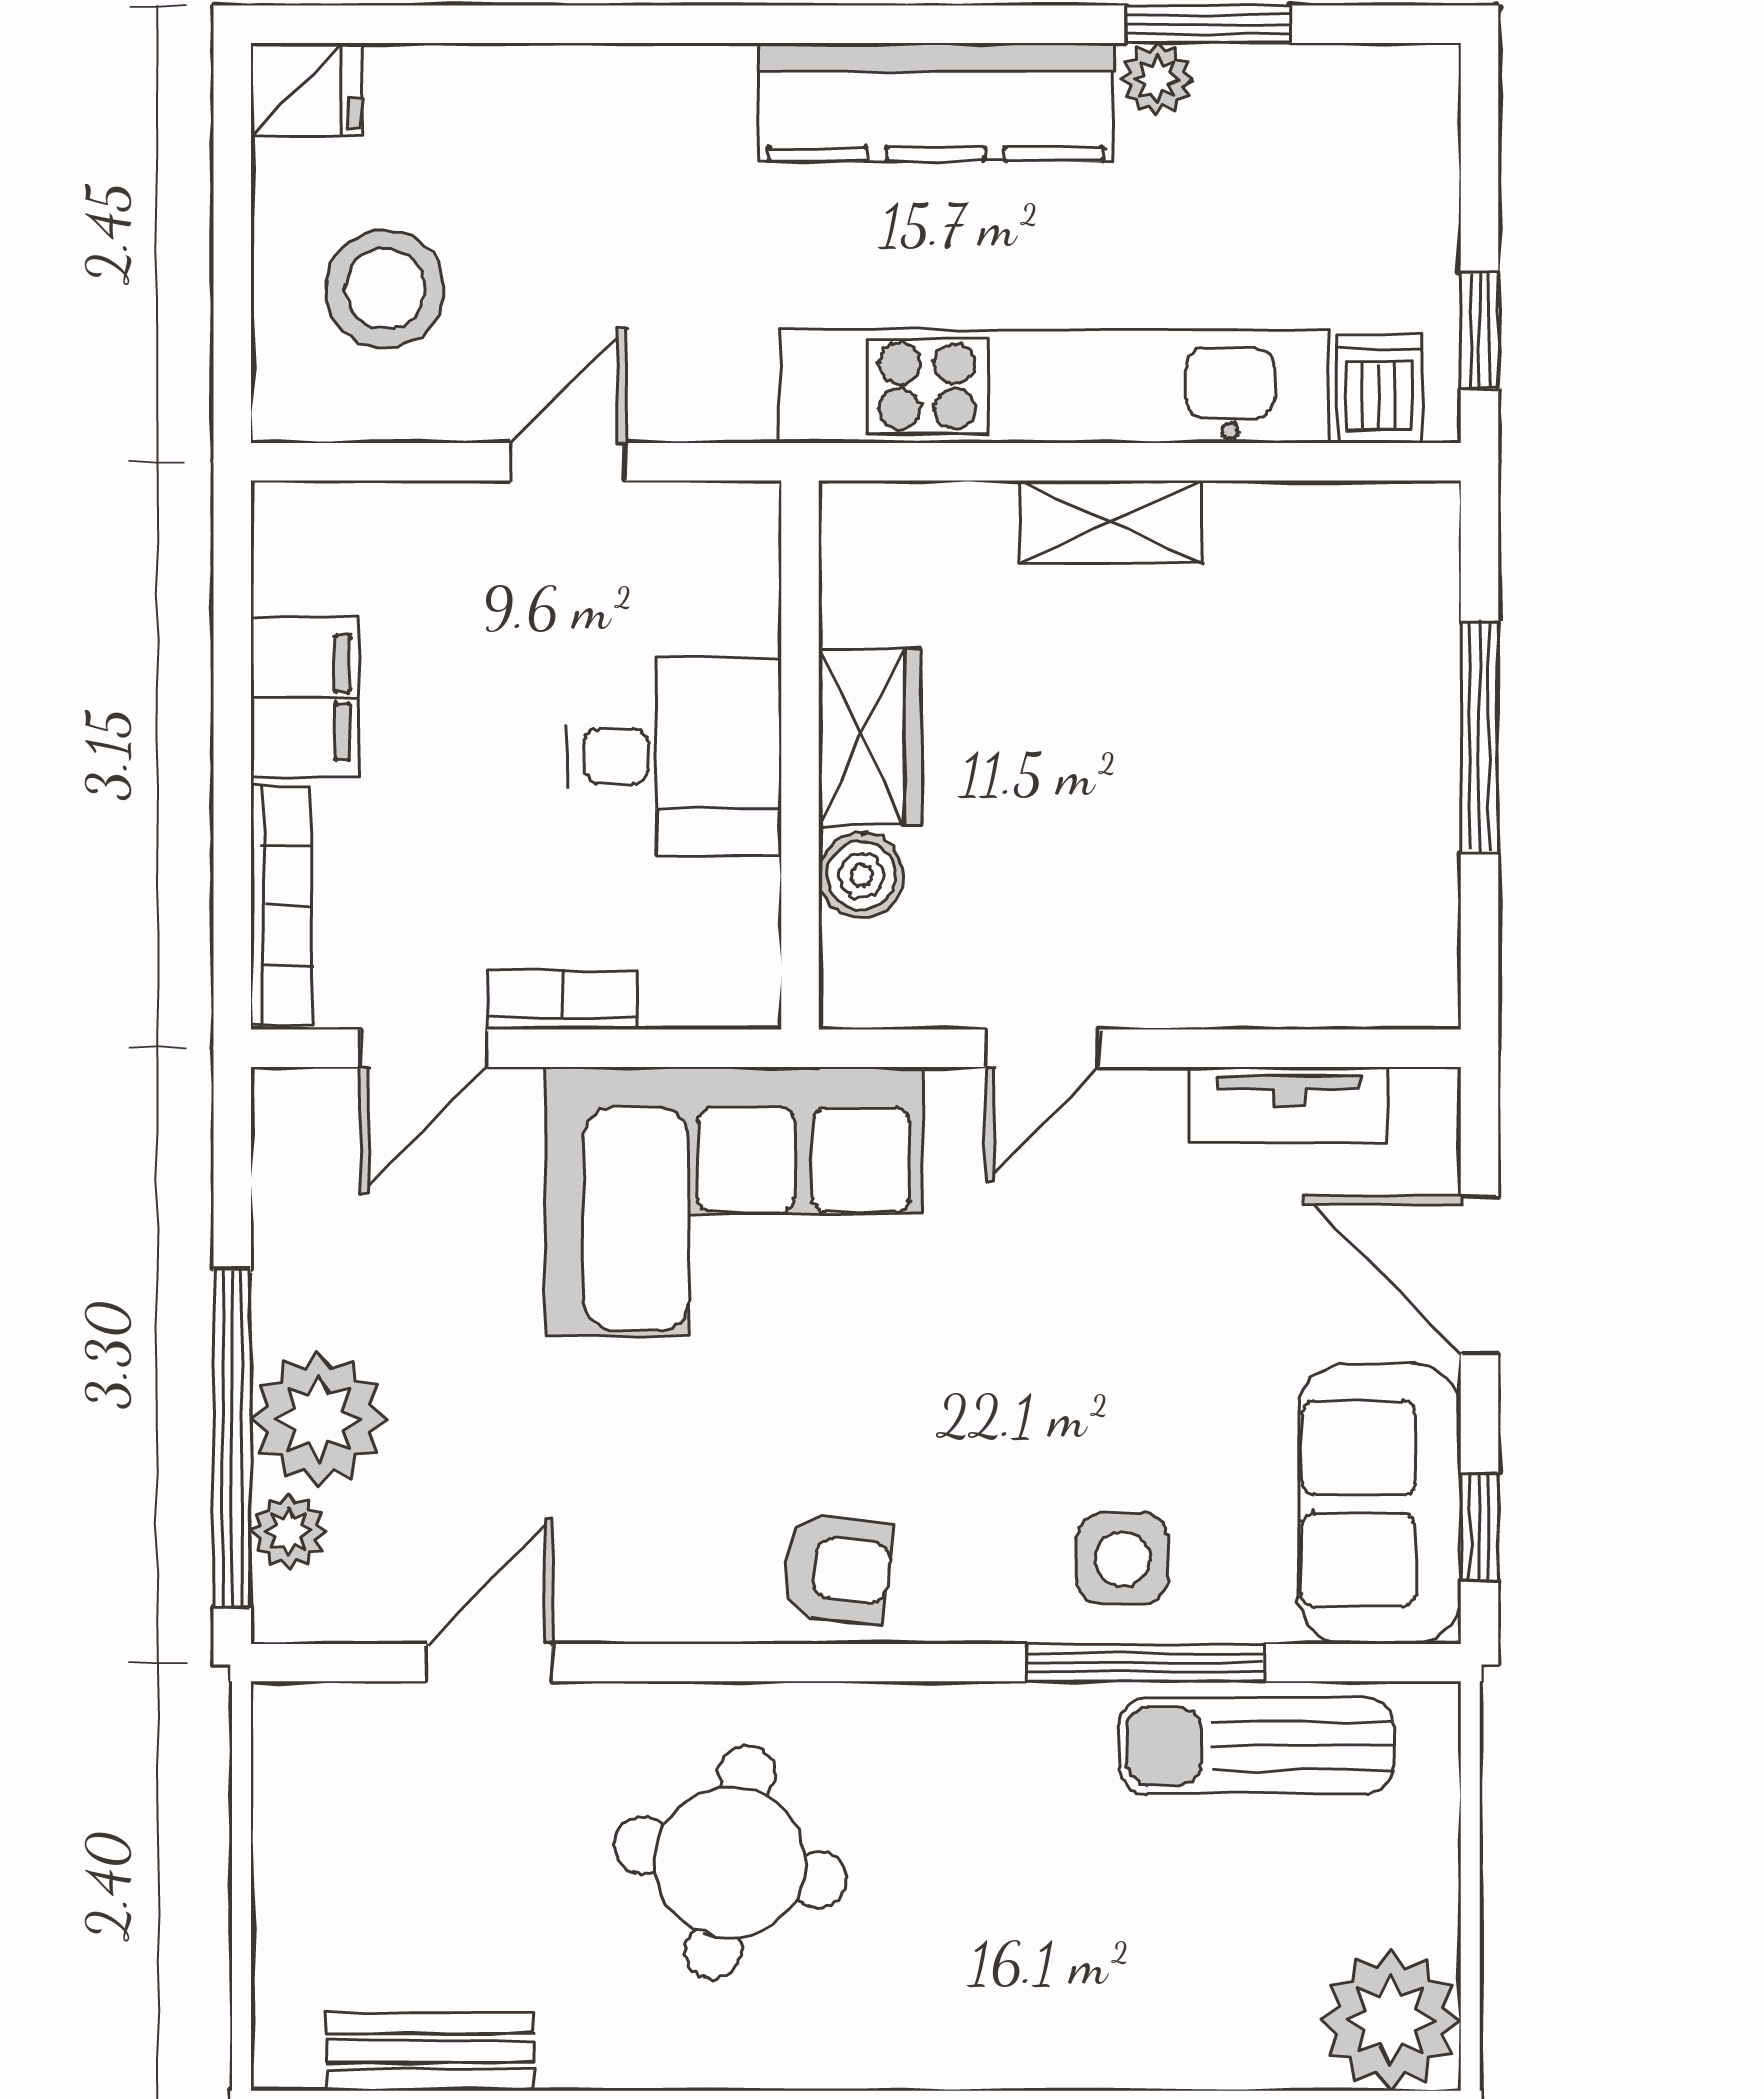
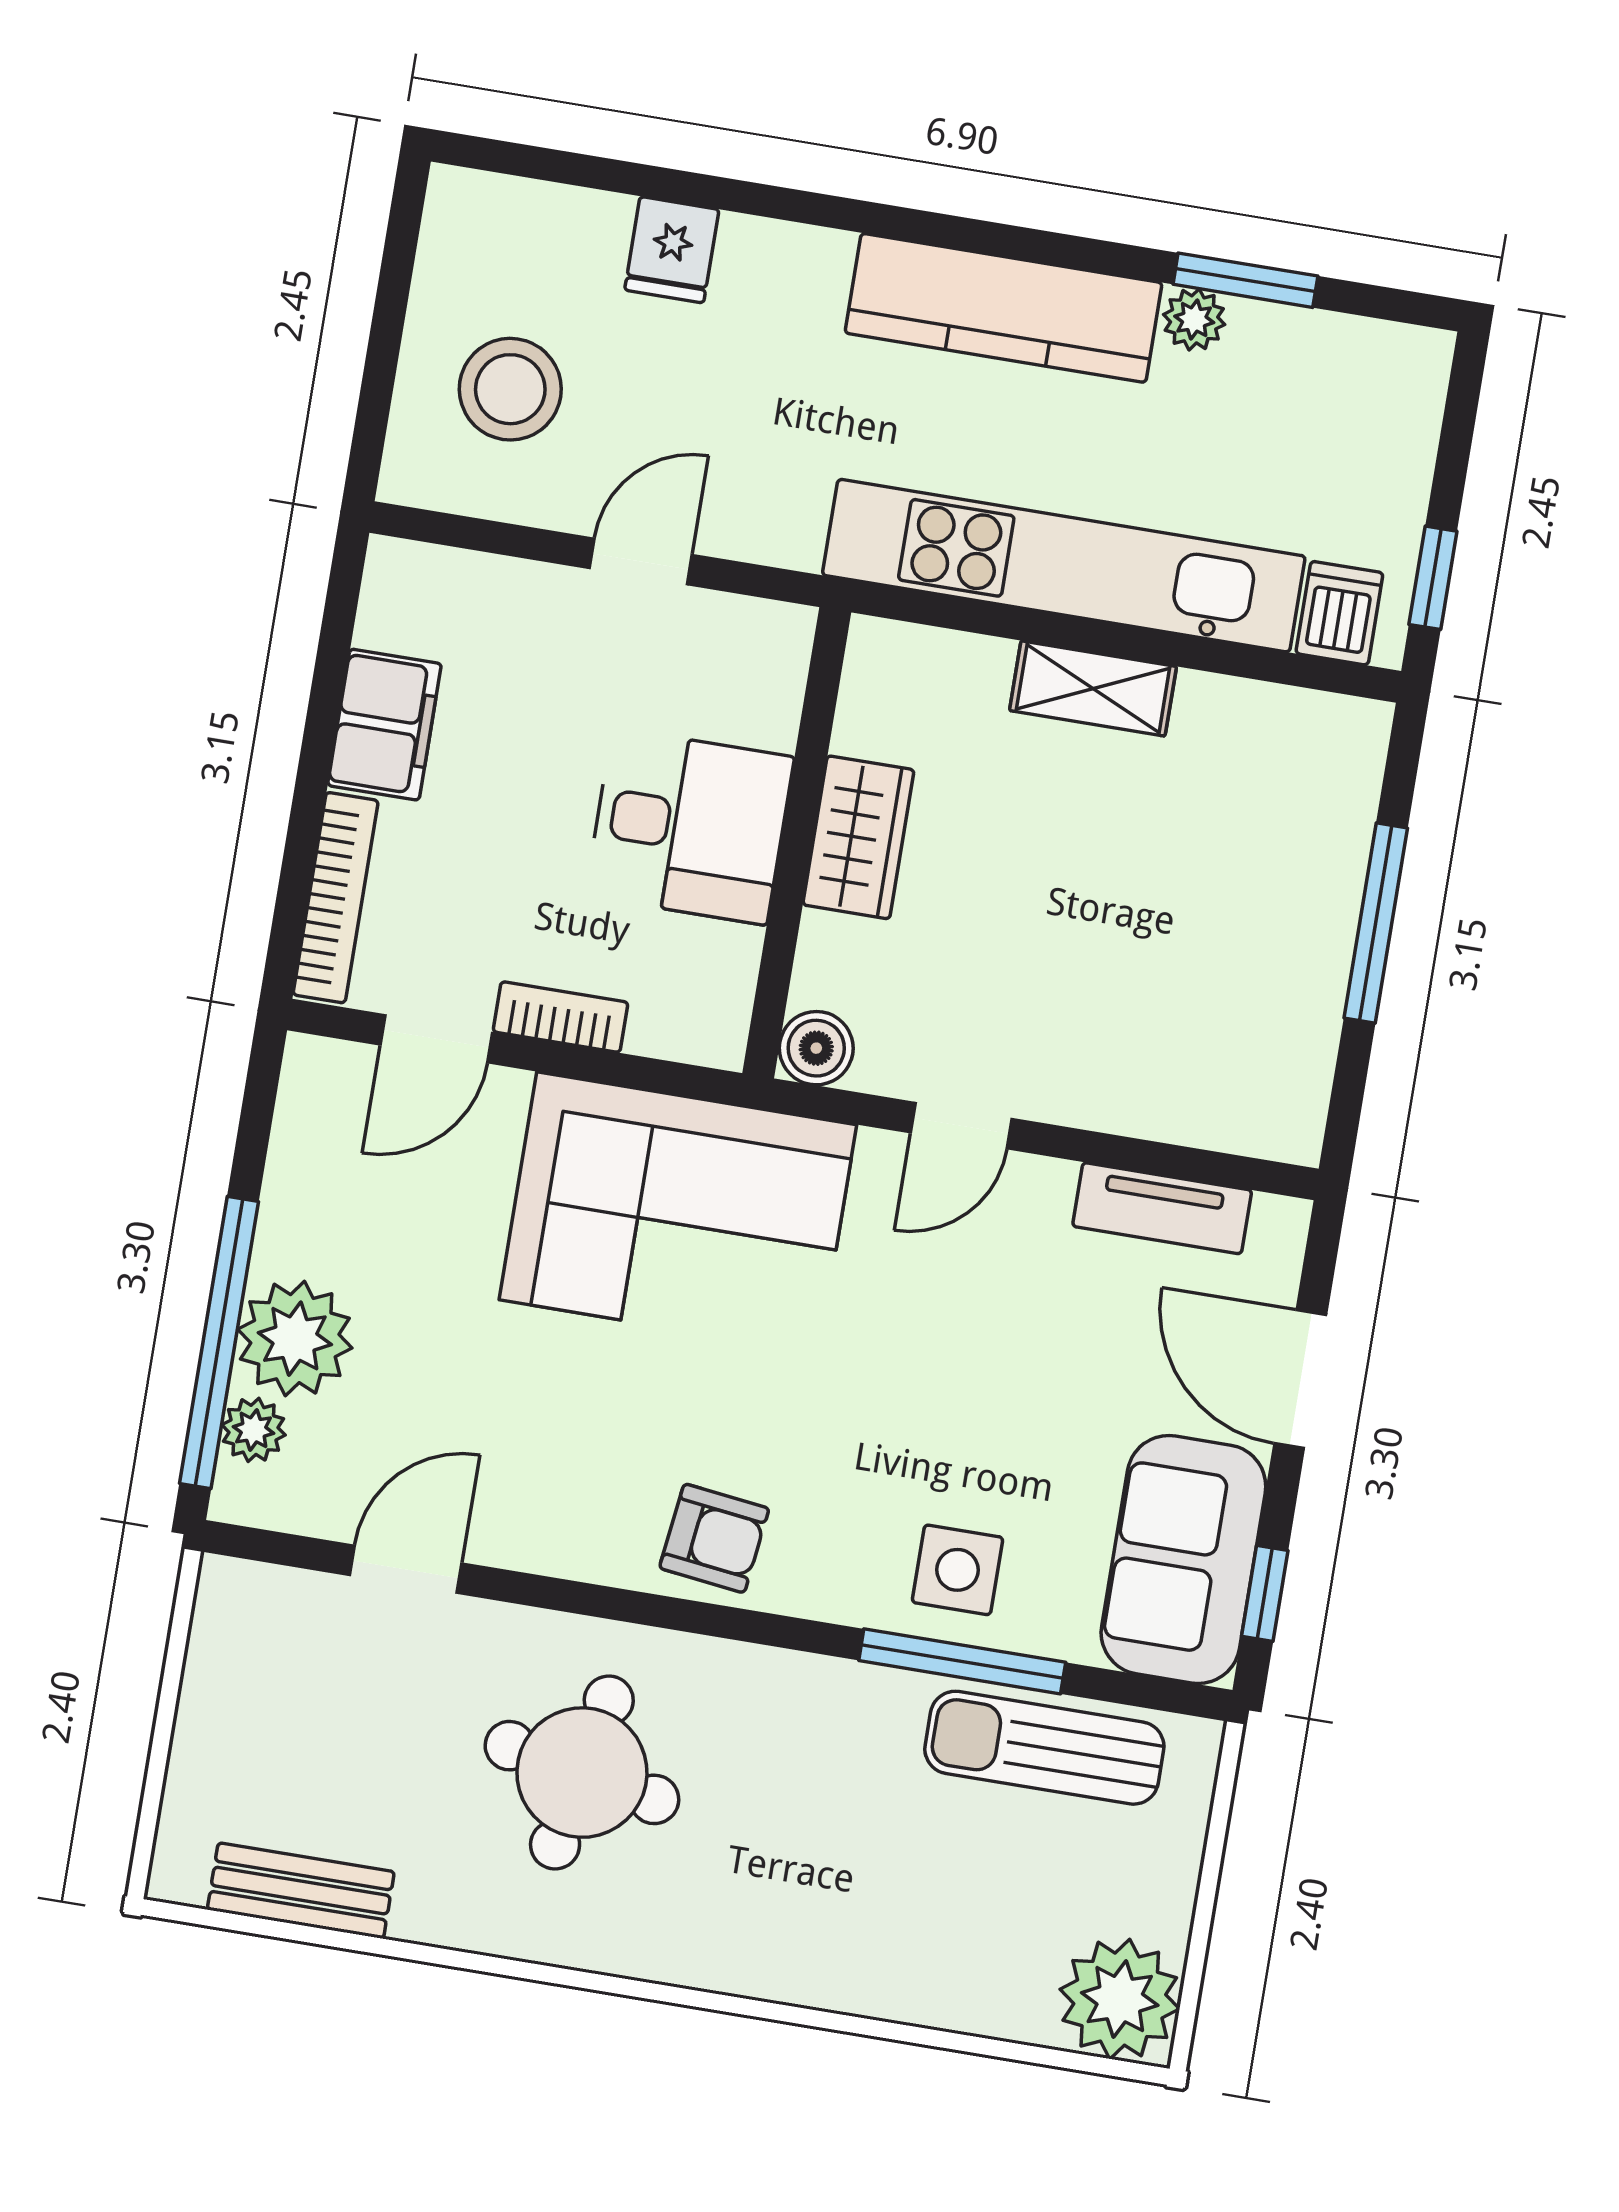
fridge: (306, 89) -> (672, 250), moved, turned 90
boiler: (861, 875) -> (816, 1048), moved

